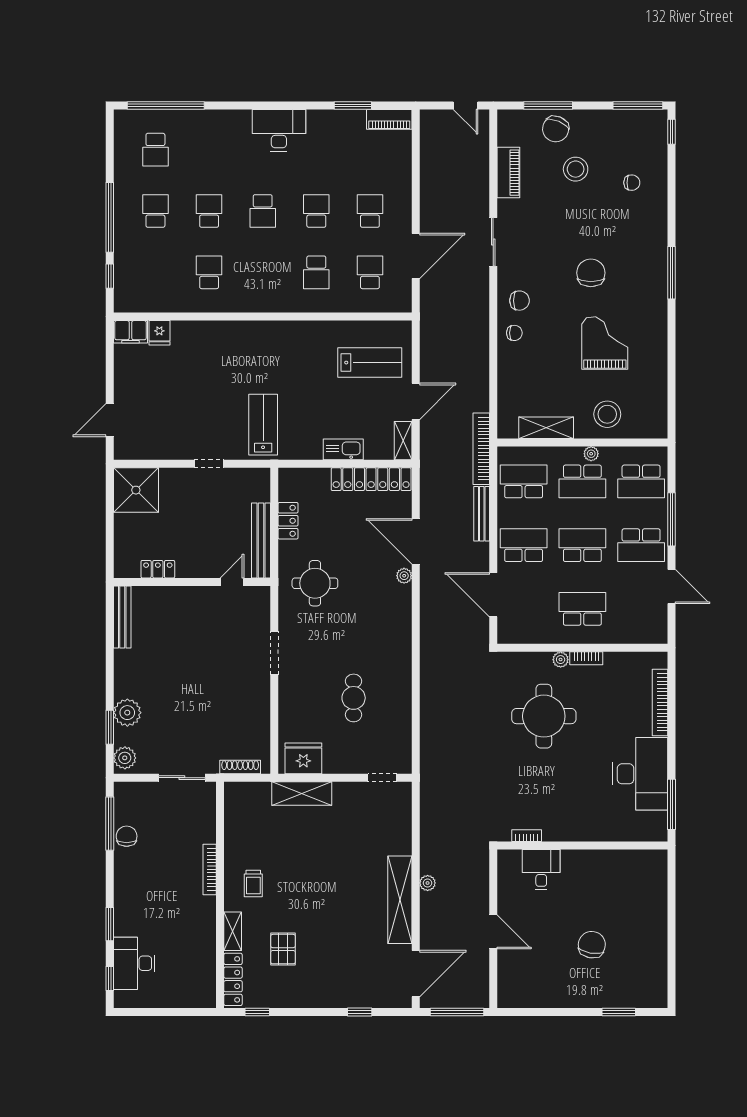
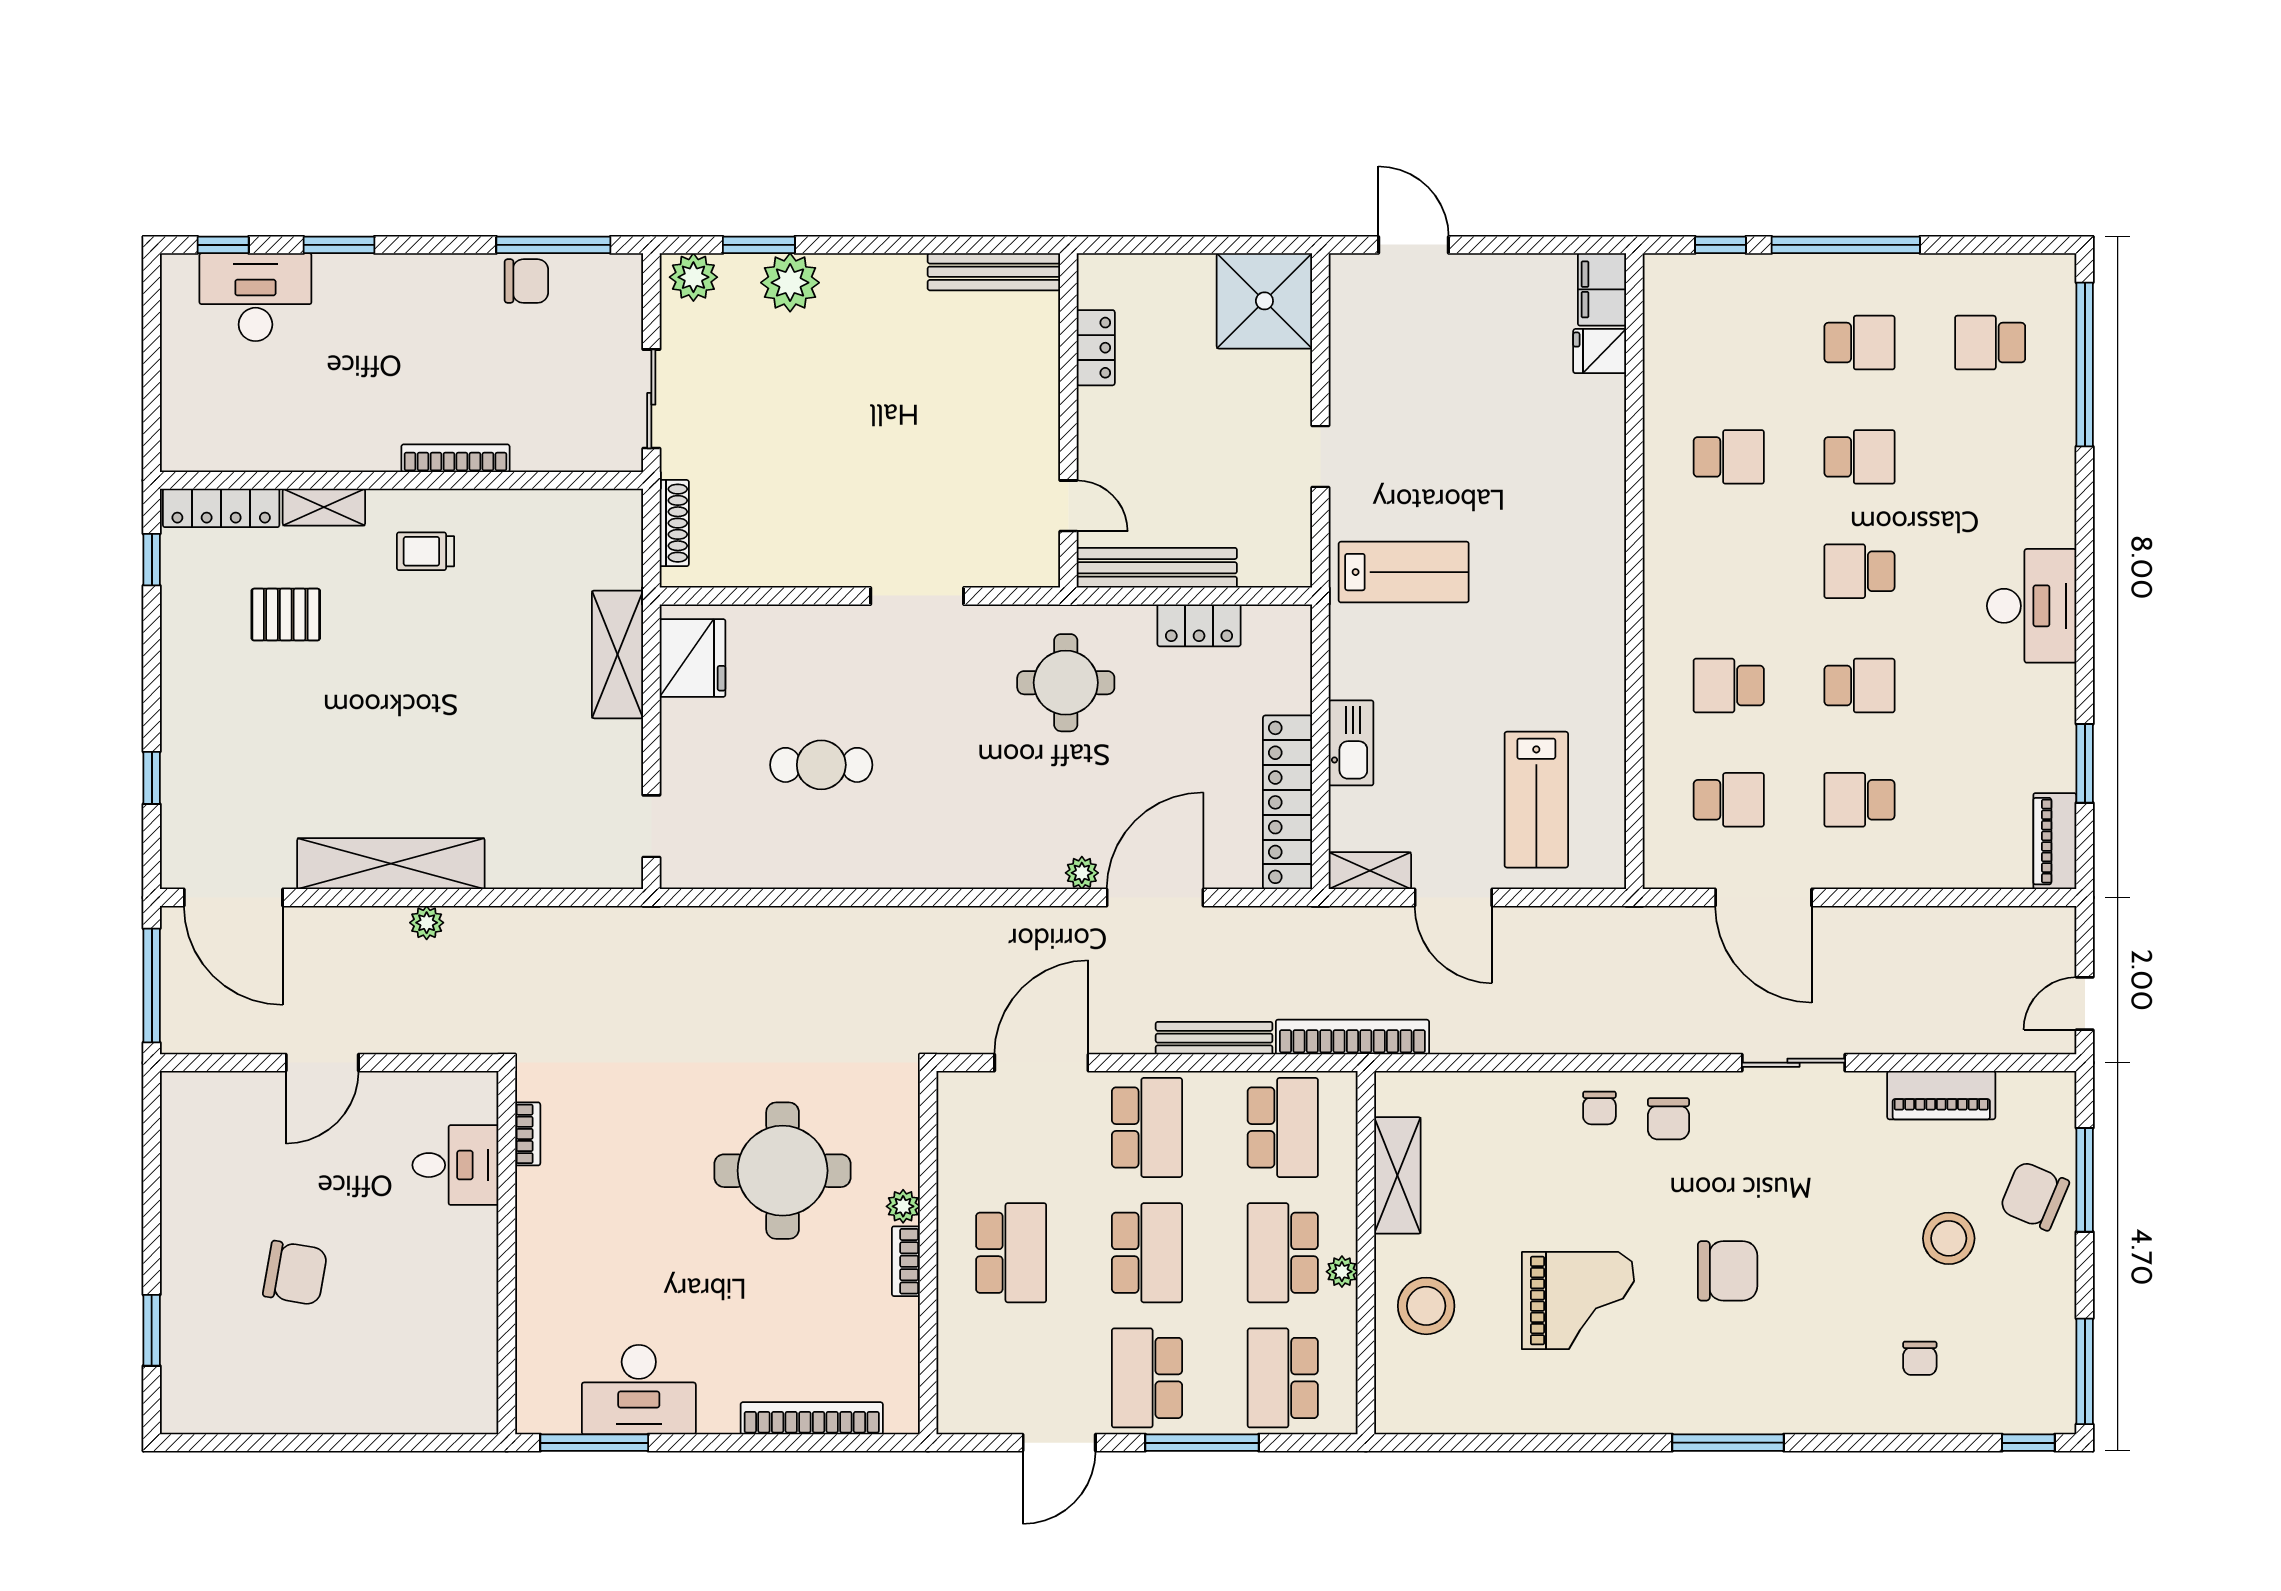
school desk: (370, 211) -> (1859, 800), turned 180
desk: (640, 774) -> (639, 1390), width x0.73, depth x0.77

